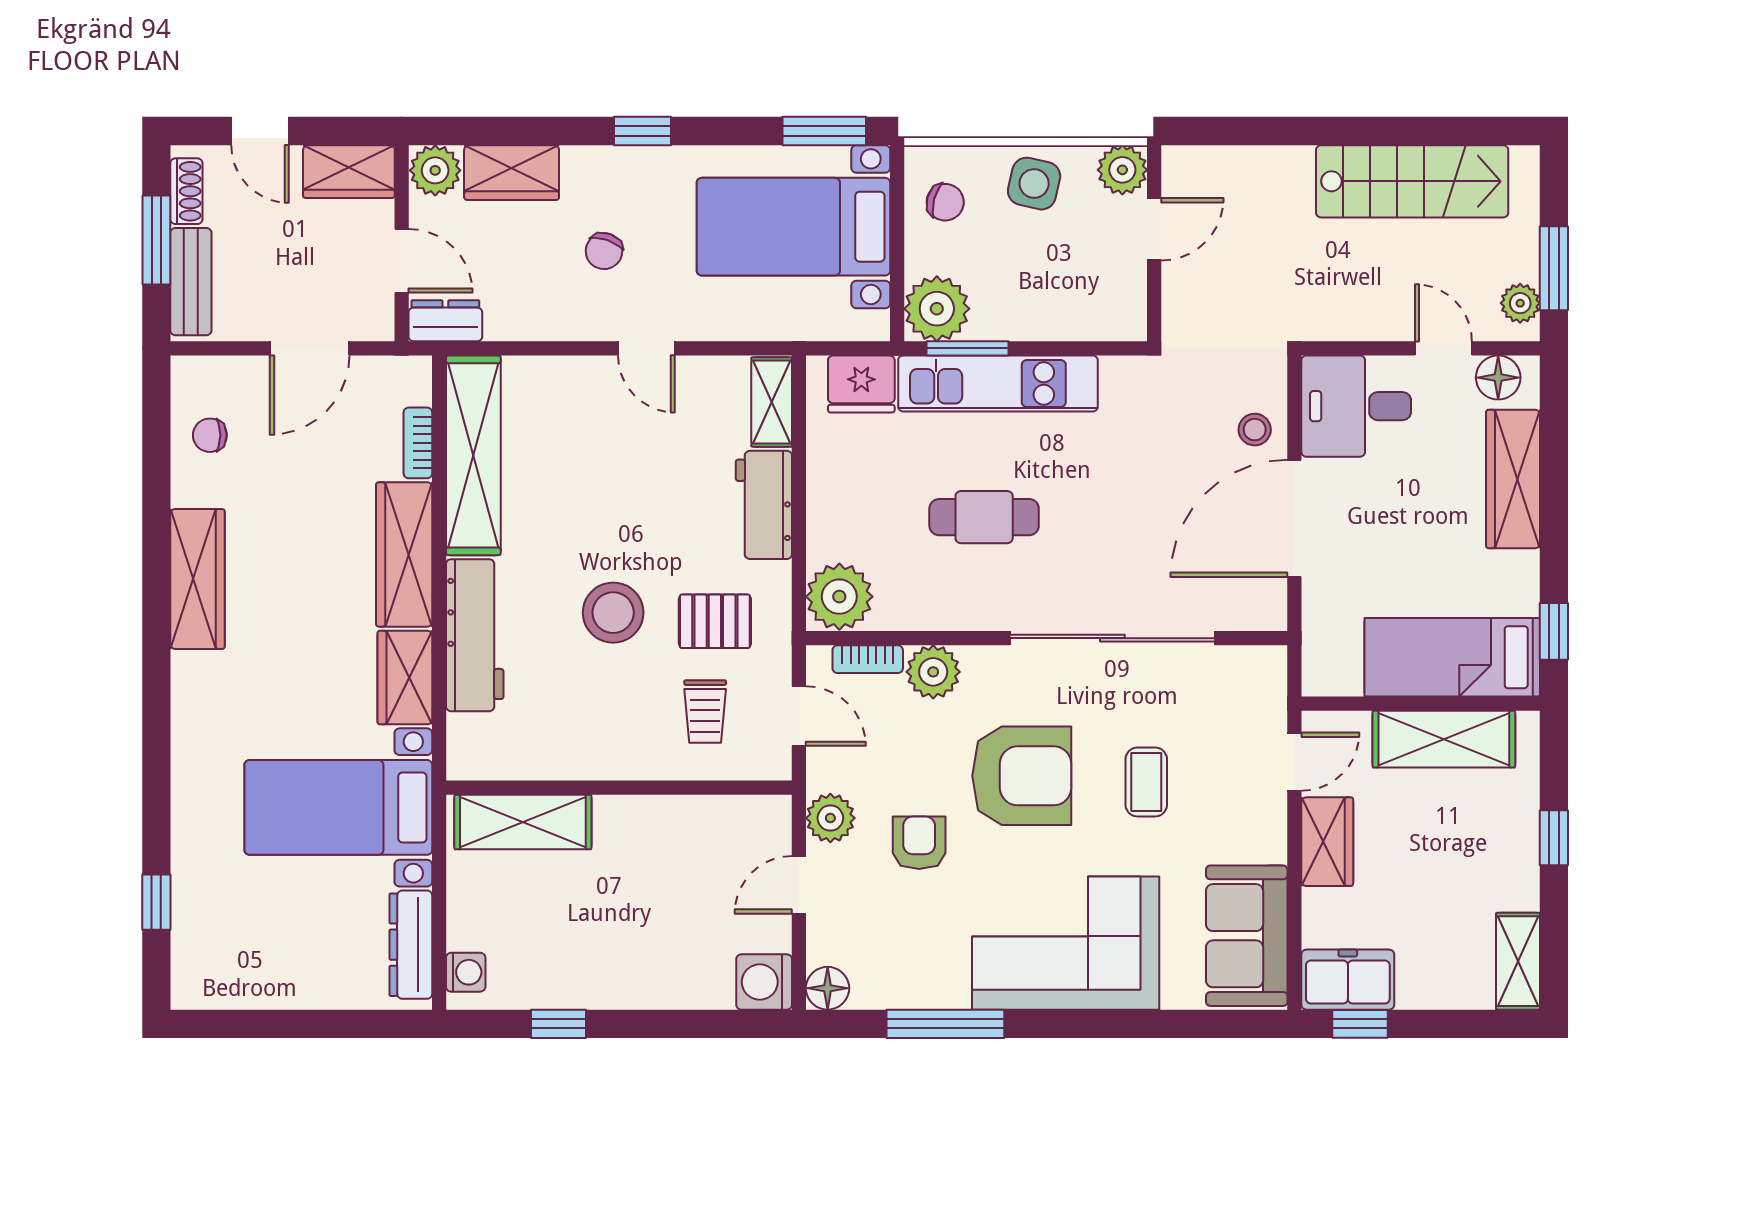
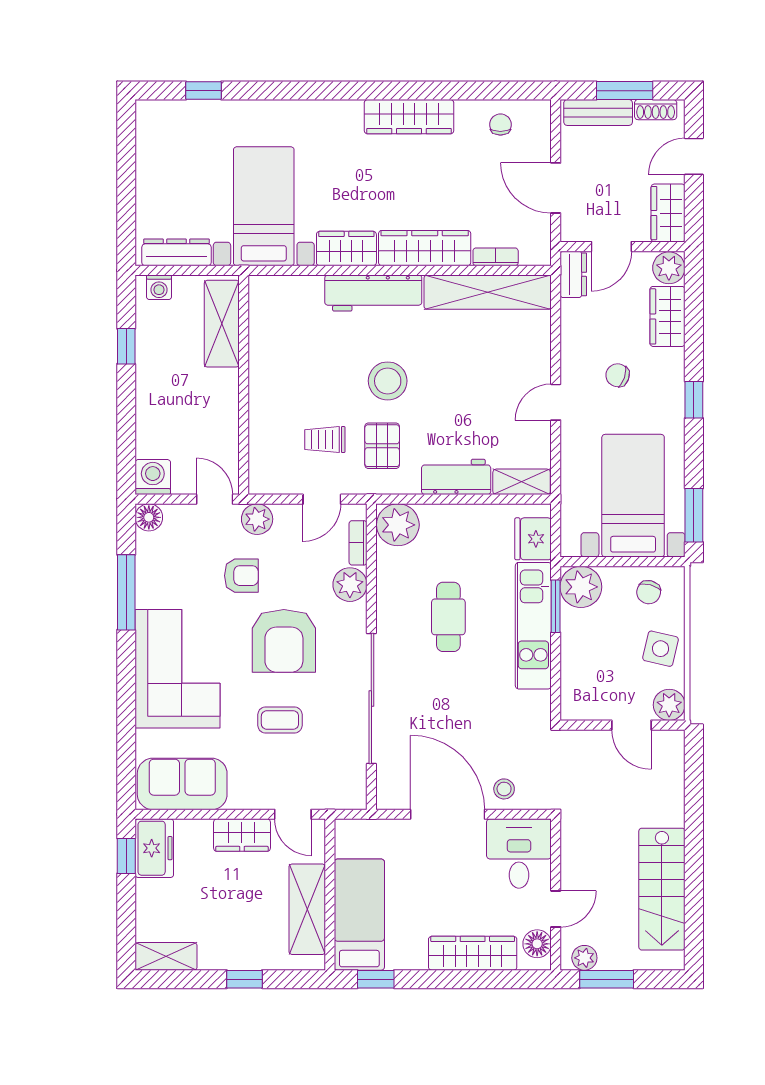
wall: (619, 788) -> (244, 385), moved
shelving: (523, 822) -> (222, 324), moved

